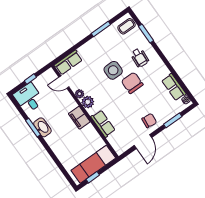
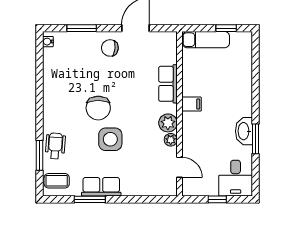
wheelchair: (140, 58) -> (55, 146), moved
row of seats: (68, 63) -> (101, 187), moved
row of seats: (174, 87) -> (52, 67), removed
filing cabinet: (79, 118) -> (192, 104), width x0.50
exam couch: (93, 164) -> (206, 40), width x0.73, depth x0.69

